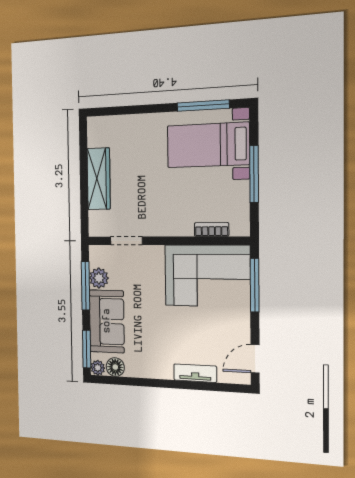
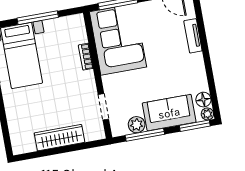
bookcase: (212, 229) -> (86, 57), moved

